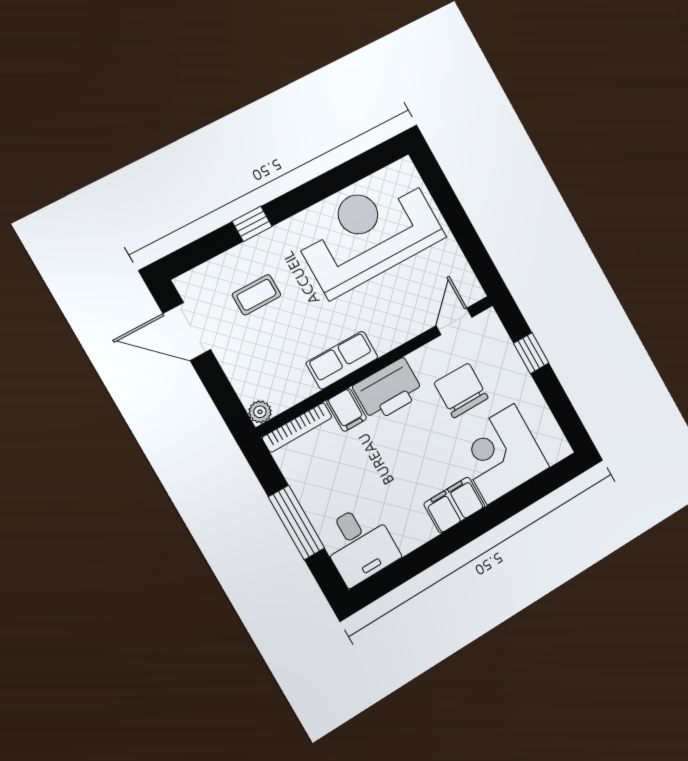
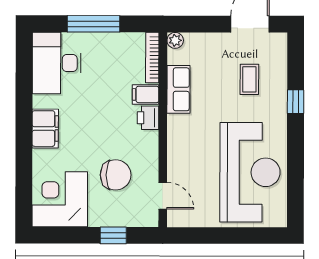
row of seats: (342, 360) -> (178, 89), moved
printer: (388, 390) -> (148, 118), width x0.53, depth x0.68
corner desk: (501, 454) -> (60, 199), moved, turned -90
desk: (359, 544) -> (57, 63), width x1.37

